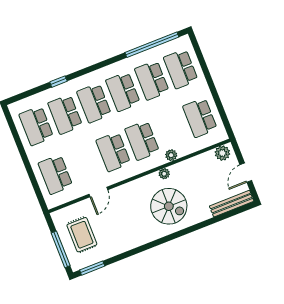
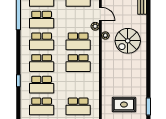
door: (98, 192) -> (100, 14), moved
spiral stairs: (169, 206) -> (128, 41), turned 180

